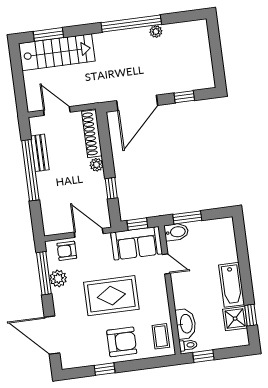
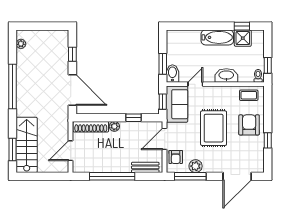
plant: (156, 31) -> (21, 44), moved
bench: (40, 153) -> (145, 167), moved
washbasin: (186, 324) -> (226, 75), moved

